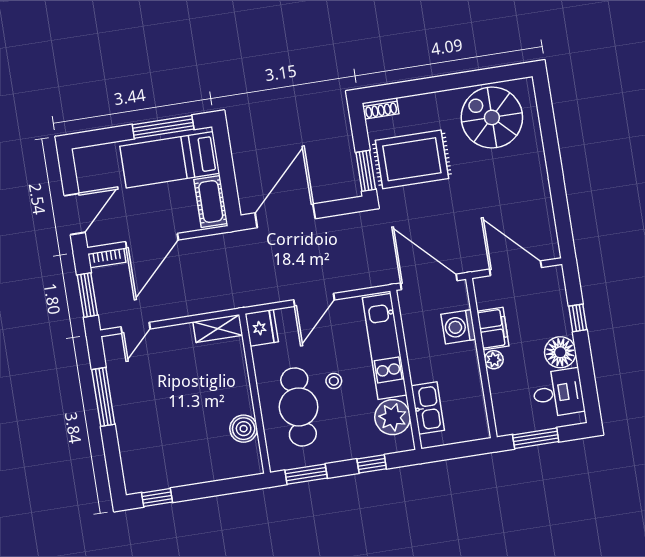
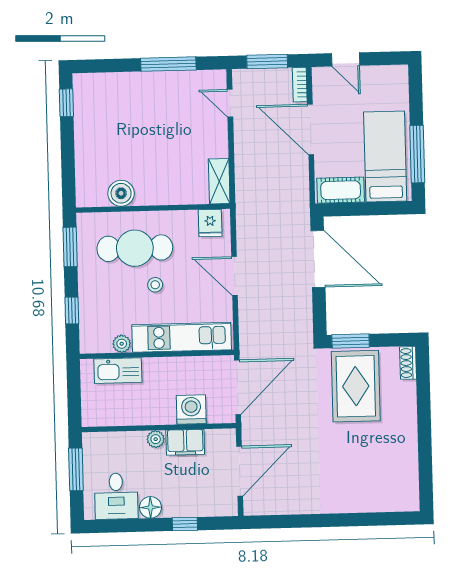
spiral stairs: (492, 117) -> (386, 467), removed
door: (75, 214) -> (346, 59), width x0.73
fridge: (262, 328) -> (210, 223), width x0.72
floor lamp: (560, 352) -> (150, 507), width x0.73, depth x0.73
plant: (393, 417) -> (122, 344), width x0.53, depth x0.53

